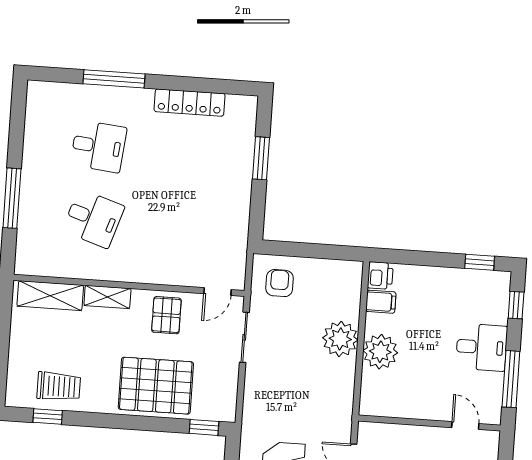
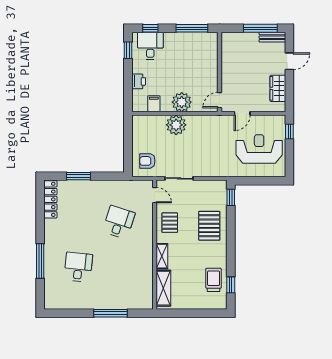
locker: (190, 103) -> (50, 199), moved
desk: (93, 219) -> (119, 222), moved
printer: (380, 276) -> (139, 81), moved, turned 90
pallet: (166, 315) -> (170, 223), turned 90
desk: (482, 347) -> (150, 46), moved
pallet: (156, 386) -> (209, 226), width x0.73, depth x0.71
door: (465, 426) -> (220, 100), moved

